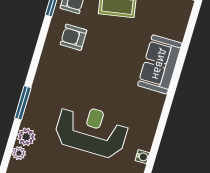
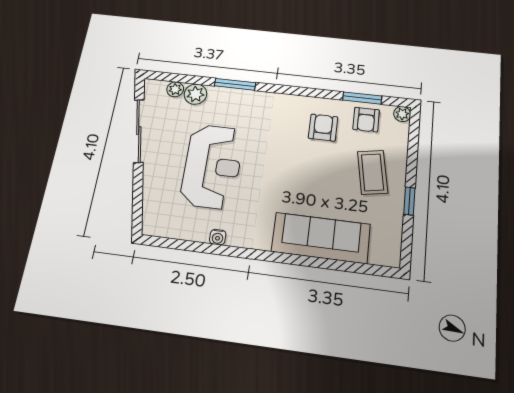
sofa: (160, 64) -> (321, 238), width x1.36
water cooler: (142, 157) -> (218, 237), moved

